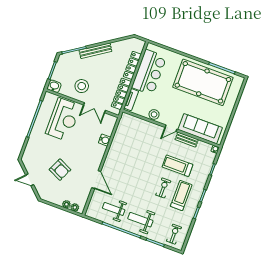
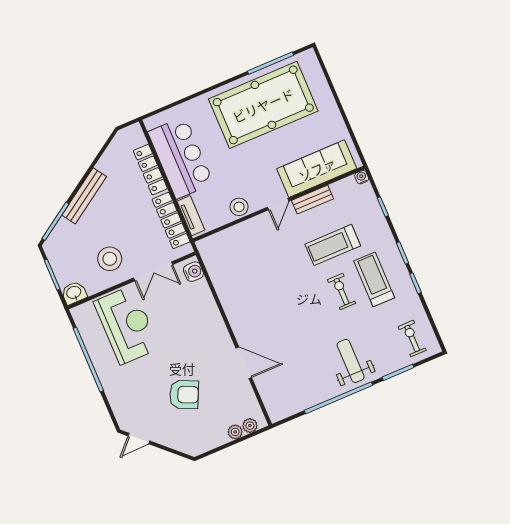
water cooler: (105, 140) -> (193, 272), moved
door: (30, 180) -> (139, 438), moved
weight bench: (114, 209) -> (303, 380), removed
weight bench: (140, 220) -> (351, 361), turned 90

